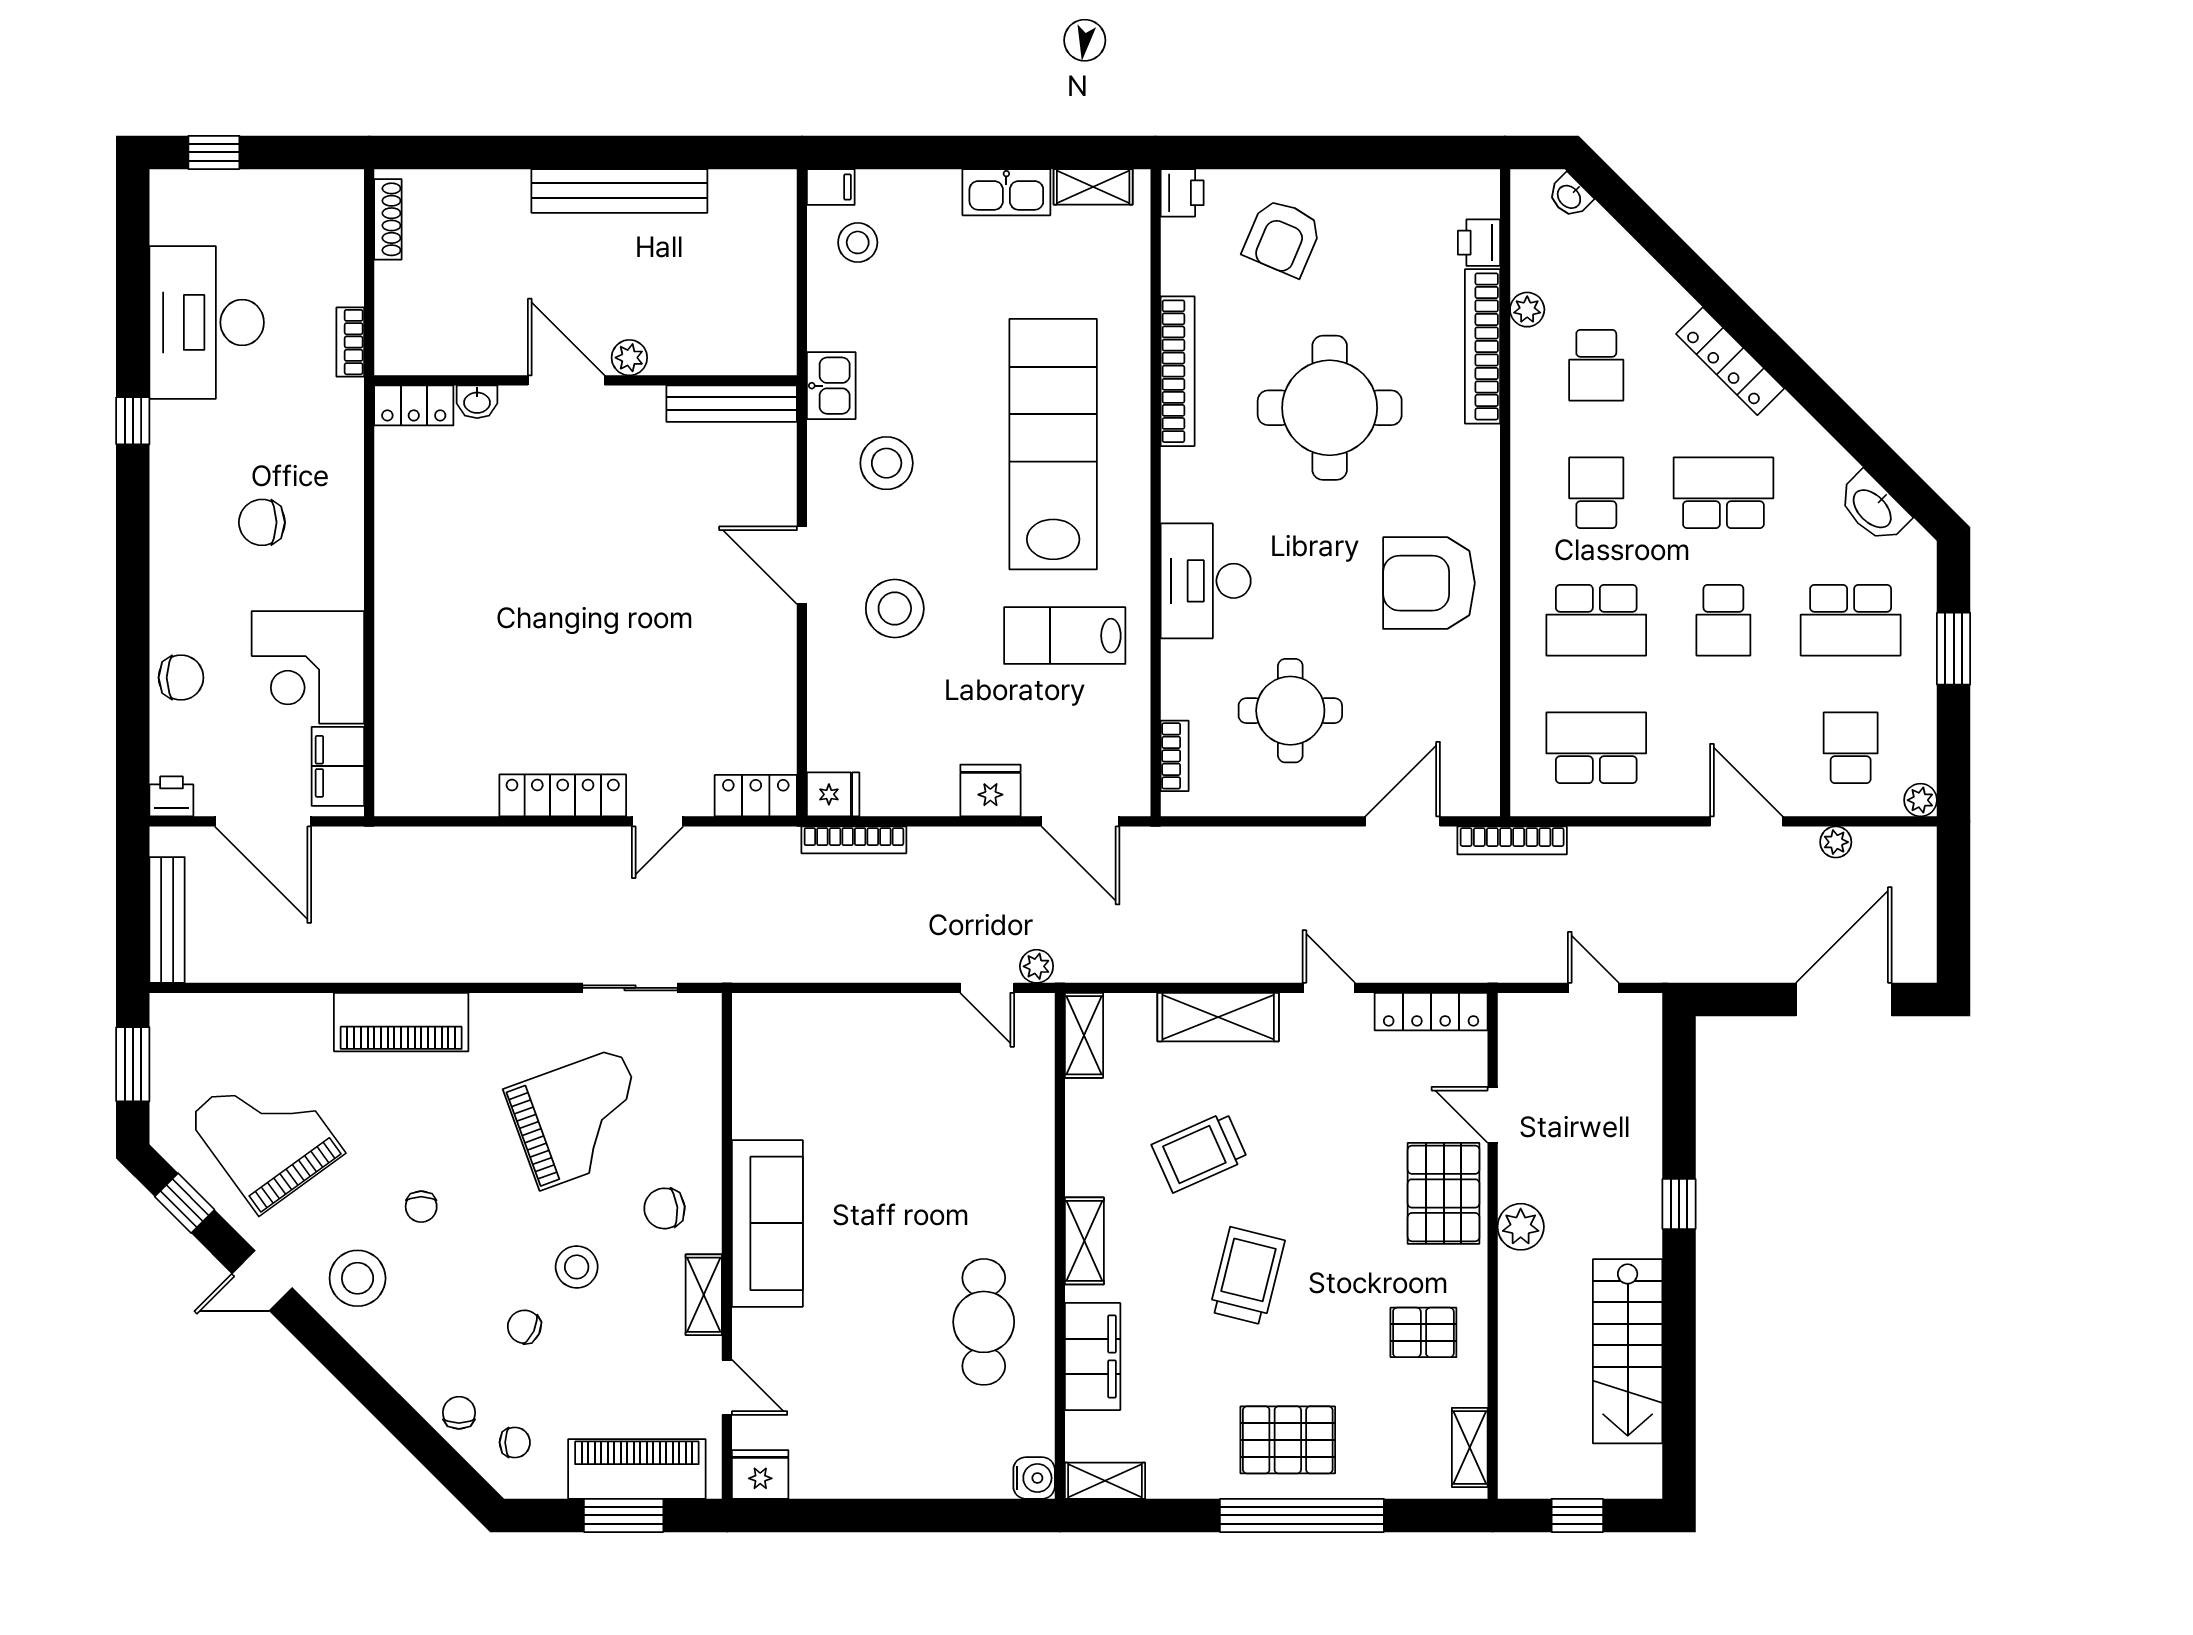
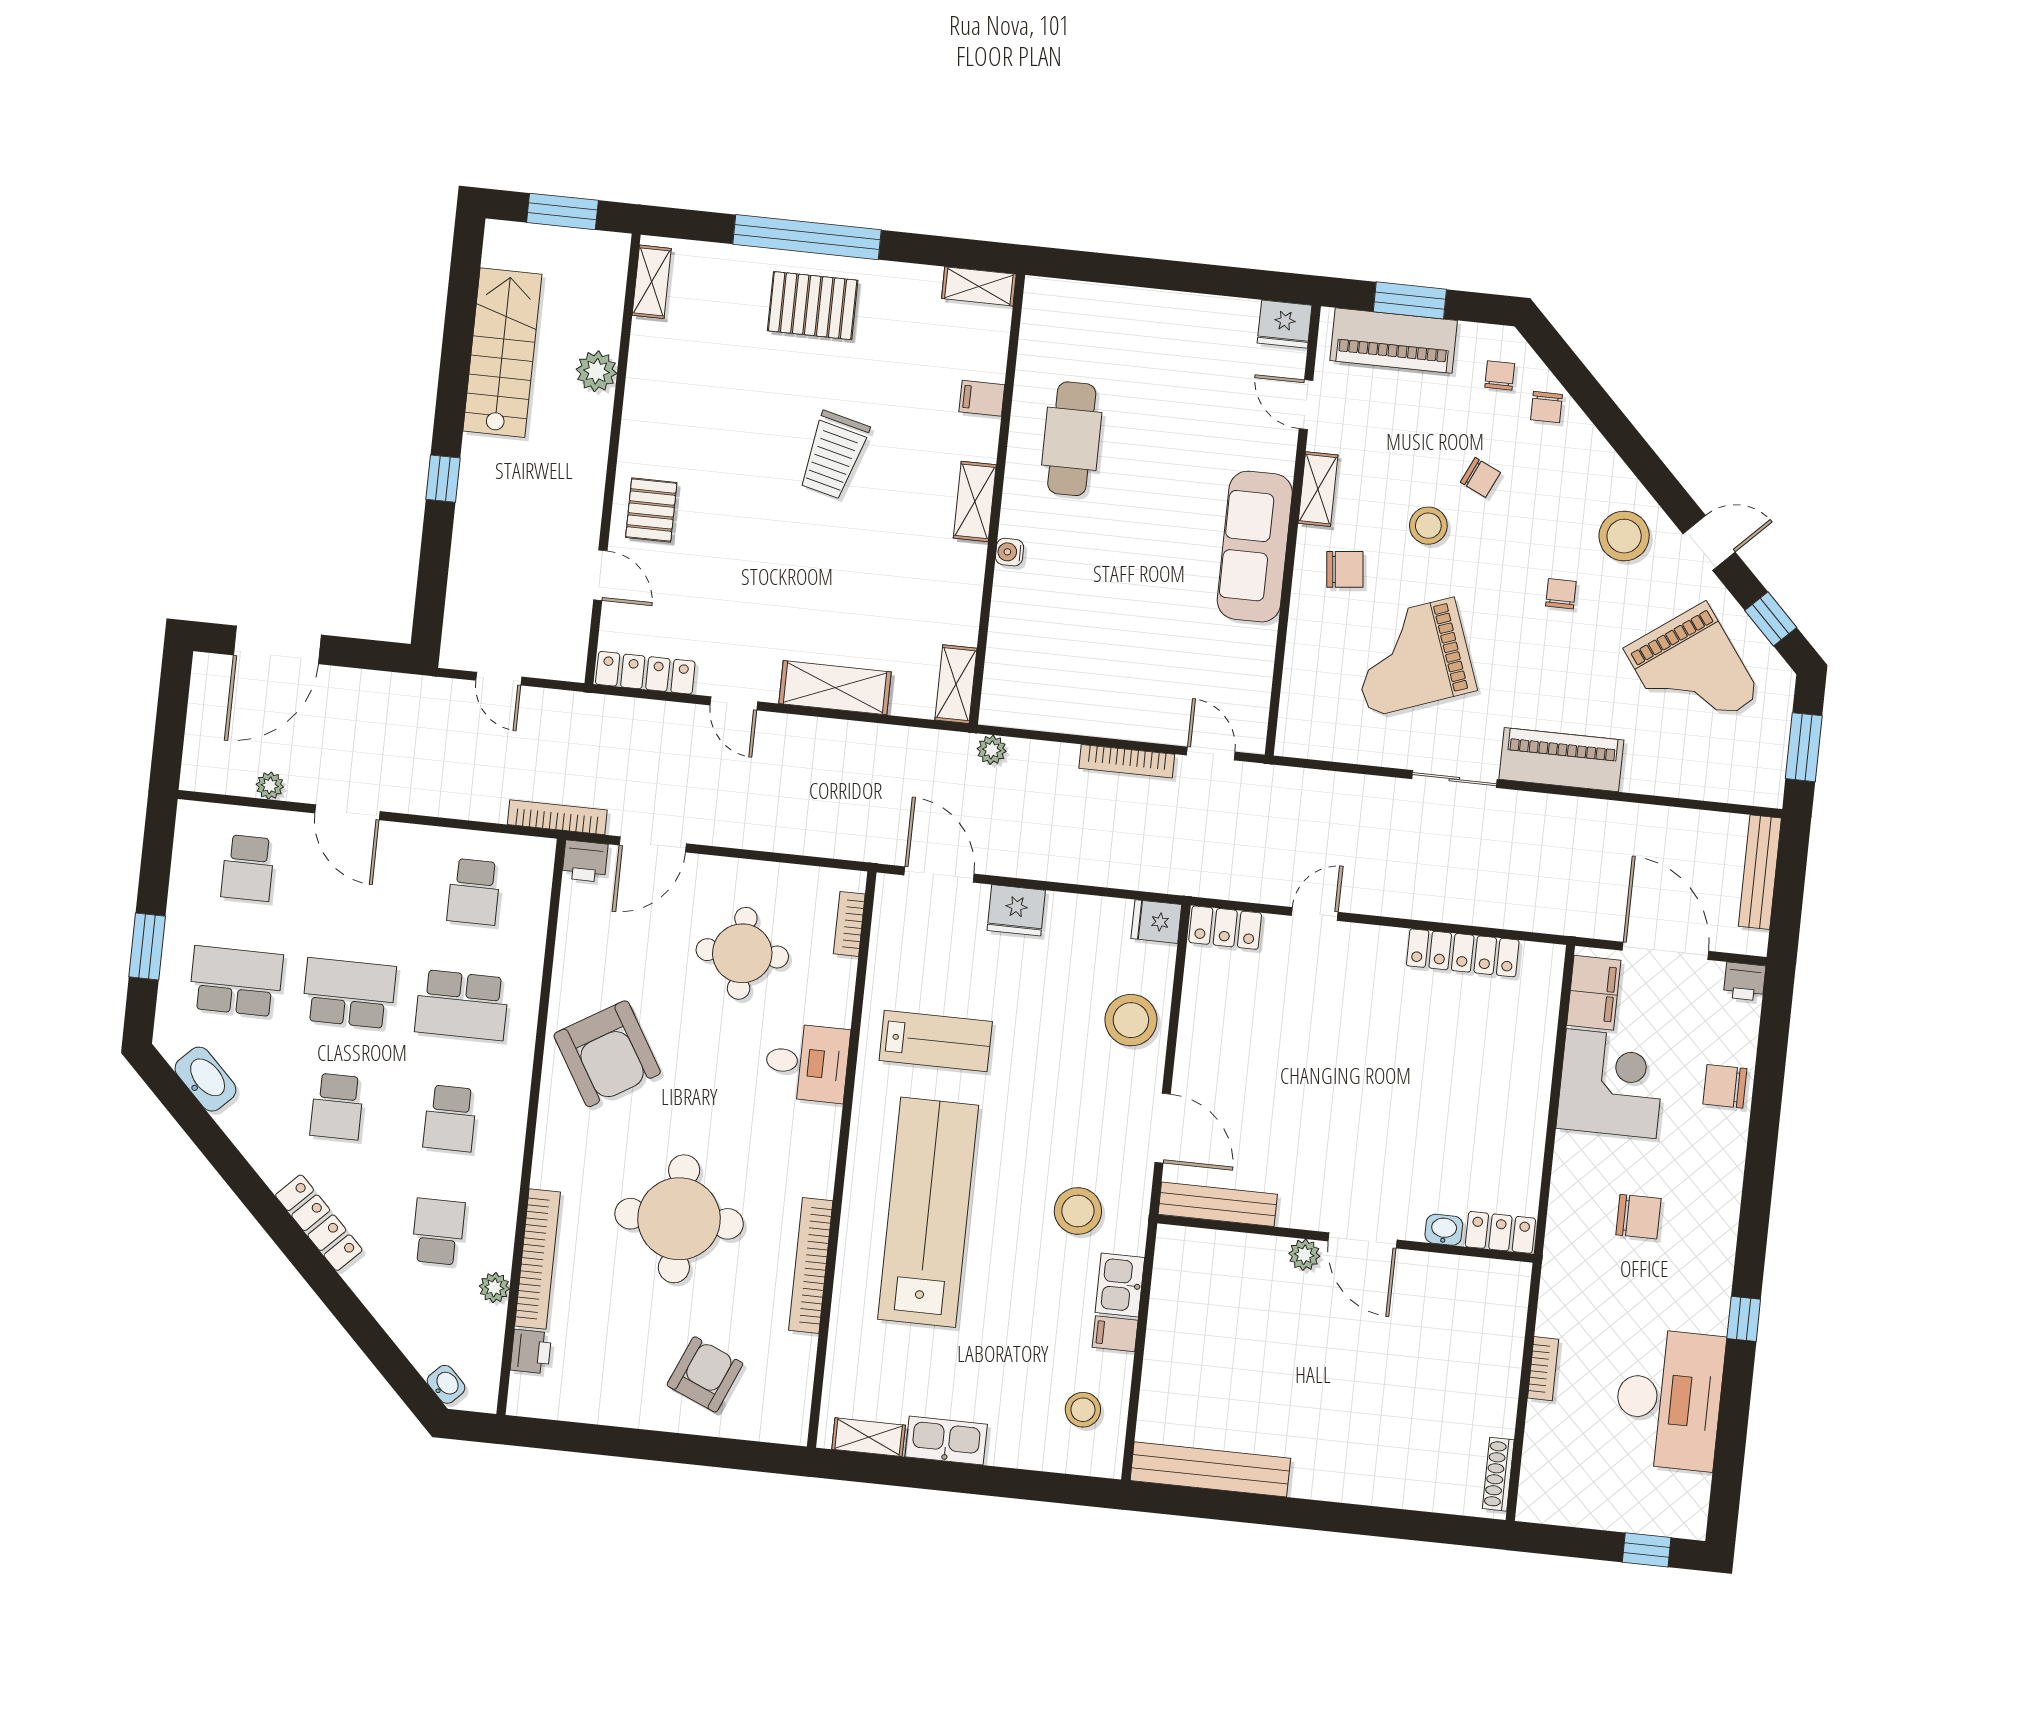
filing cabinet: (831, 187) -> (1115, 1334), moved
bench: (619, 191) -> (1210, 1469), moved
printer: (1182, 193) -> (585, 861), moved, turned -90
plant: (629, 358) -> (1304, 1255), moved
door: (566, 380) -> (1362, 1240), moved
wall: (586, 380) -> (1345, 1239), moved
washbasin: (477, 402) -> (1444, 1230), moved
bench: (732, 404) -> (1218, 1204), moved
locker: (414, 405) -> (1500, 1232), moved
lab bench: (1053, 444) -> (928, 1212), turned 180
school desk: (1723, 493) -> (337, 1106), width x0.54
desk: (1206, 581) -> (807, 1063), width x0.73
armchair: (1429, 583) -> (607, 1054), turned 59
stool: (895, 609) -> (1131, 1020), moved
school desk: (1596, 620) -> (462, 1005), turned 180
school desk: (1723, 620) -> (349, 993), width x1.85
school desk: (1596, 748) -> (474, 892), width x0.54
locker: (563, 795) -> (1463, 953), moved
plant: (1920, 800) -> (191, 815), removed
bookcase: (854, 840) -> (1127, 761), moved, turned 180
sliding door: (630, 988) -> (1454, 779), moved
door: (987, 988) -> (1211, 754), moved
trolley: (1200, 1152) -> (864, 569), removed
pallet: (1444, 1193) -> (651, 510), width x0.67, depth x0.71
plant: (1521, 1227) -> (596, 371), moved
pallet: (1423, 1332) -> (682, 388), removed
filing cabinet: (1093, 1356) -> (982, 398), width x0.33, depth x0.86
chair: (515, 1442) -> (1500, 375), turned 90
water cooler: (1034, 1478) -> (1009, 552), moved, width x0.72, depth x0.72
window: (1577, 1515) -> (562, 211), width x1.50

